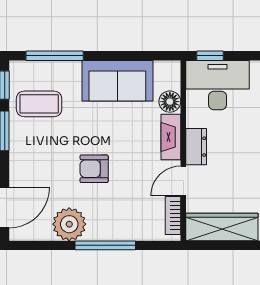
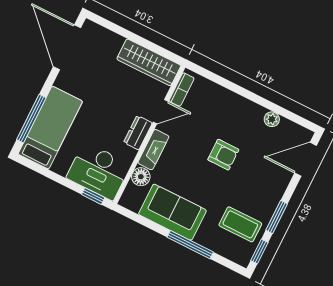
window: (55, 56) -> (190, 245), moved
plant: (69, 224) -> (272, 119), width x0.53, depth x0.53
window: (105, 245) -> (244, 93), removed

